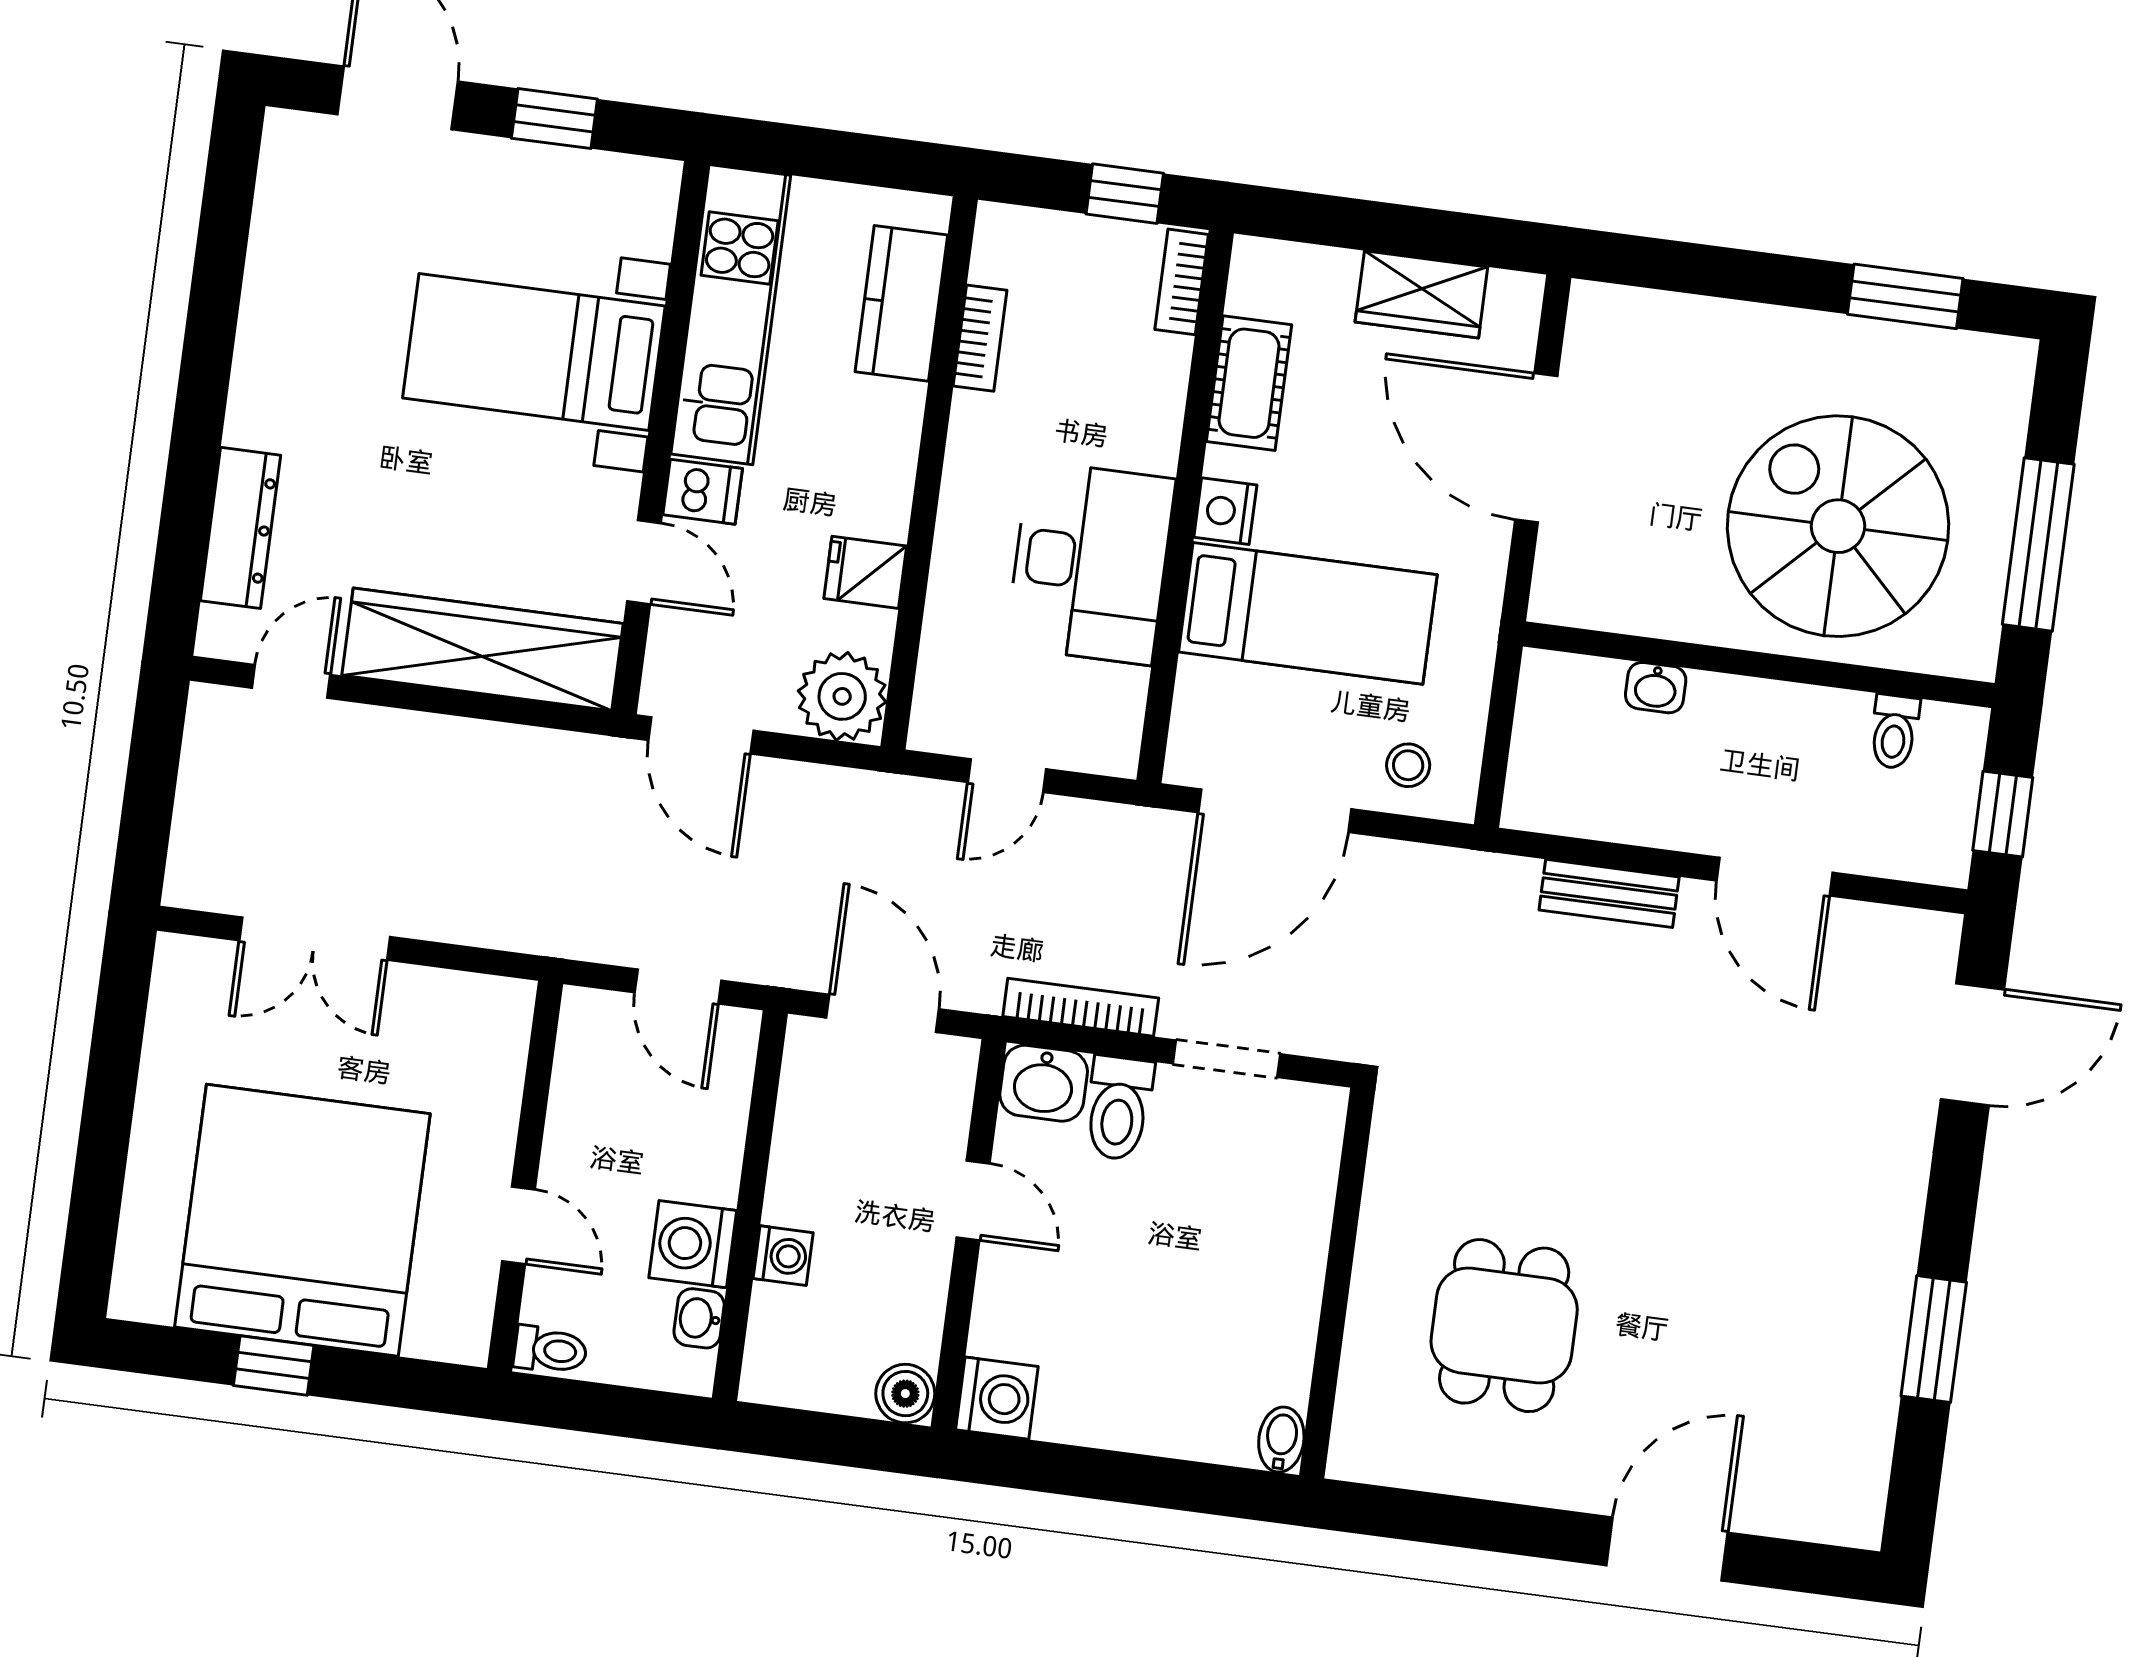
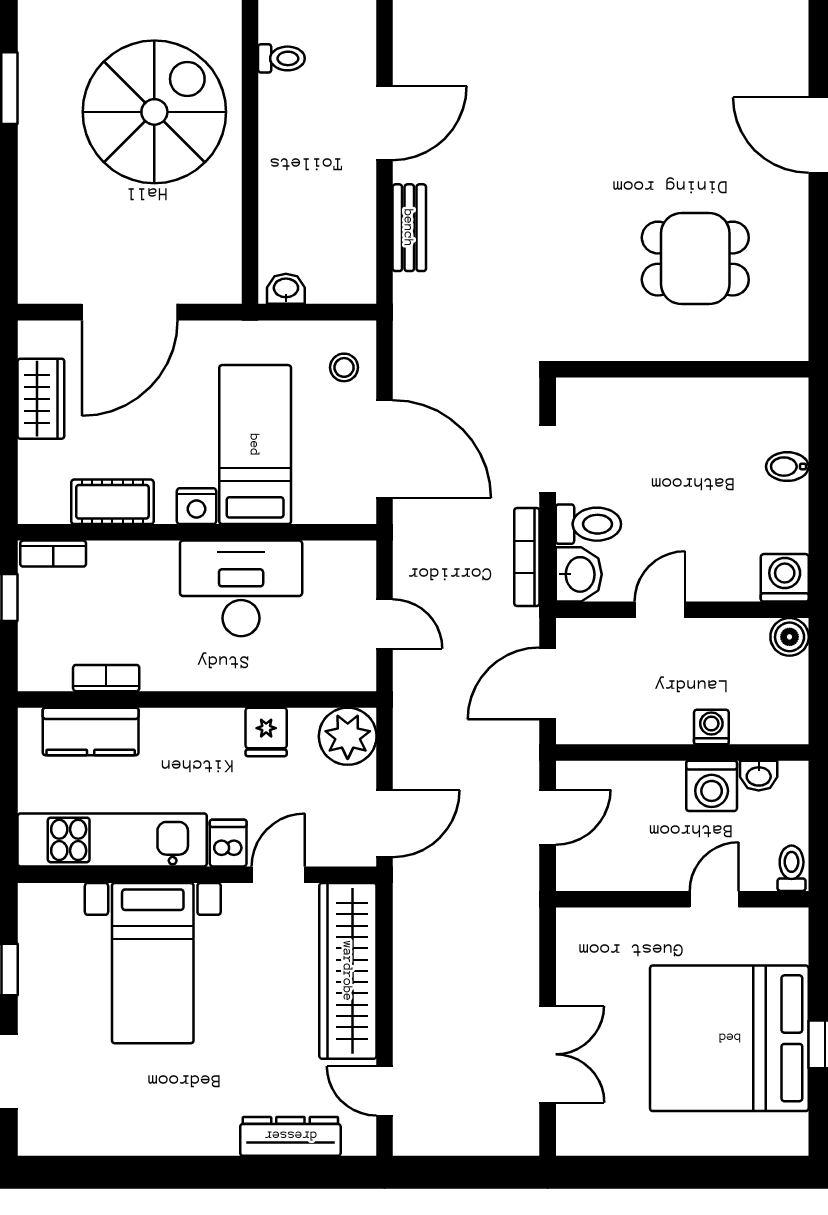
spiral stairs: (1838, 526) -> (154, 112), turned 180
washbasin: (1656, 688) -> (286, 289), moved, turned -90
bidet: (1281, 1440) -> (787, 467), moved

